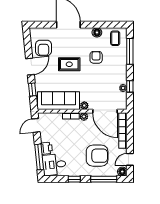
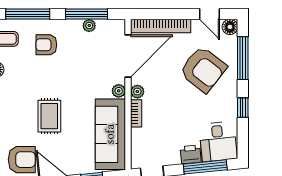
armchair: (96, 57) -> (46, 45), moved
window: (130, 86) -> (87, 14), width x2.17
armchair: (97, 156) -> (203, 69), turned 128

